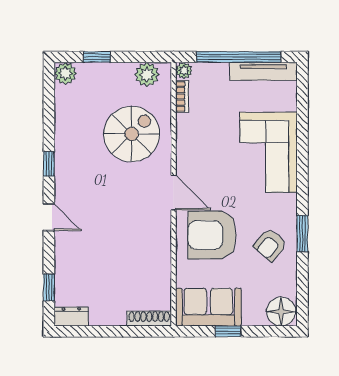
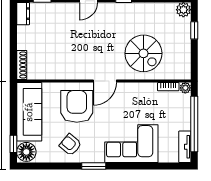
tv unit: (263, 71) -> (185, 147), width x0.71
plant: (147, 74) -> (183, 63), removed
window: (302, 234) -> (94, 166), moved
sofa: (208, 307) -> (29, 112), width x1.36
window: (228, 331) -> (13, 144), moved

